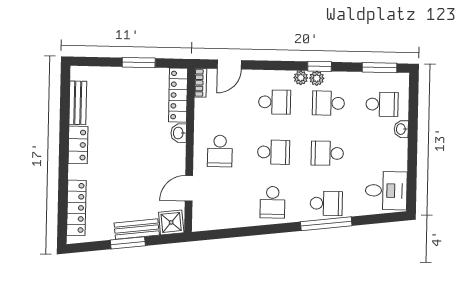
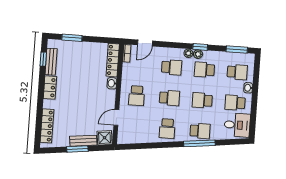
window: (139, 63) -> (72, 38), moved
window: (65, 99) -> (43, 59), added
school desk: (381, 154) -> (235, 103), added

